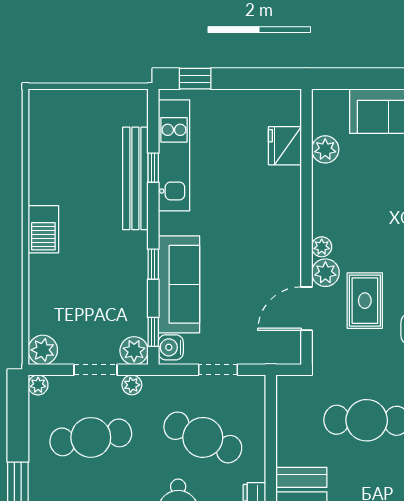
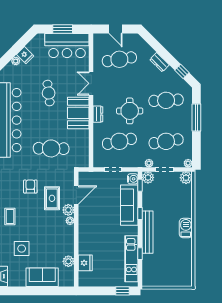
bench: (135, 178) -> (147, 232), moved
cafe table: (203, 437) -> (119, 141), turned -36

